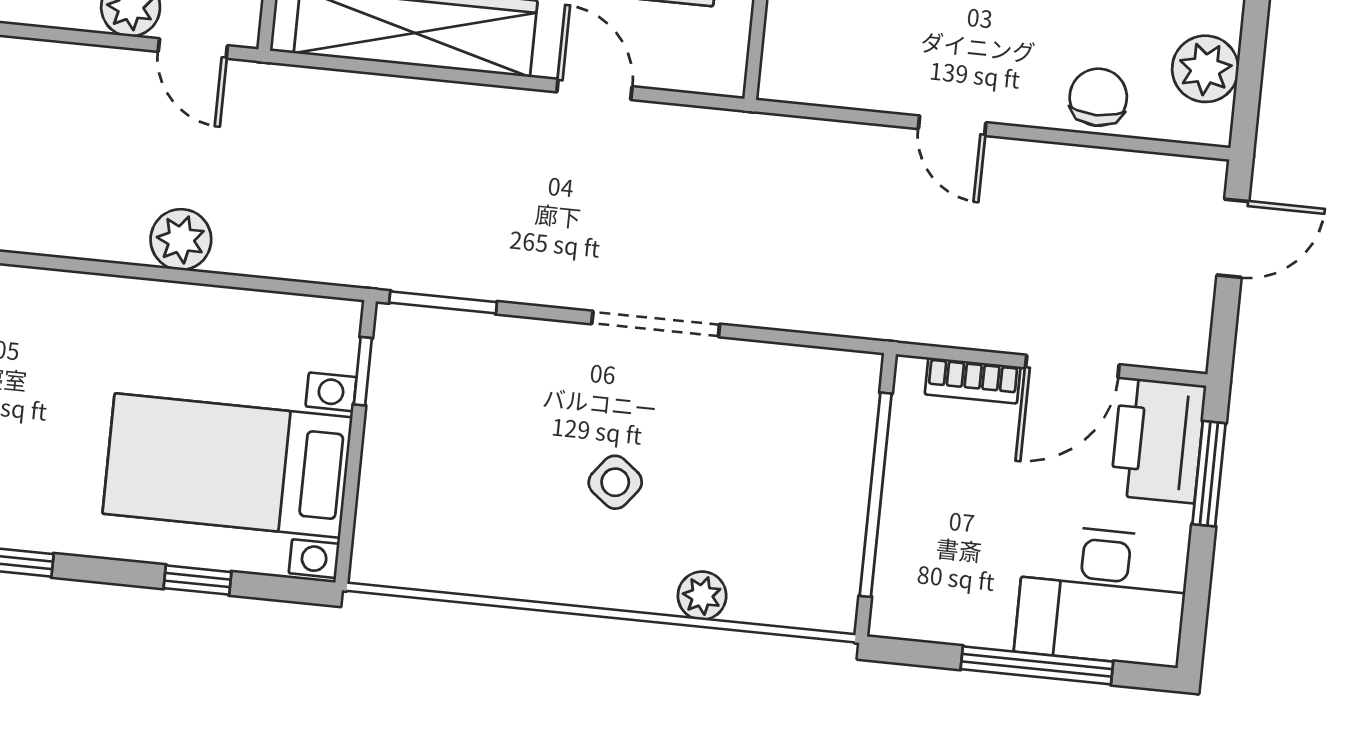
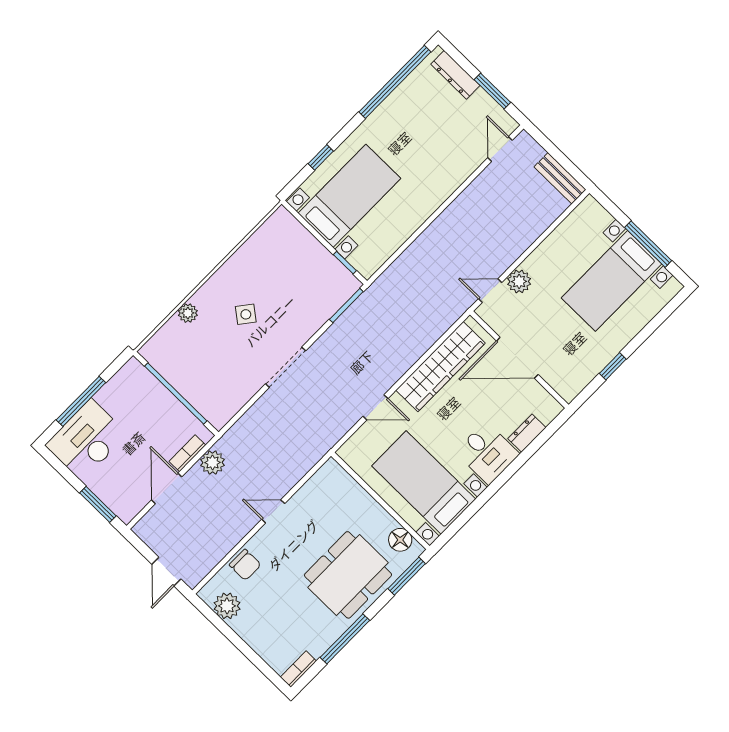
plant: (181, 240) -> (213, 462), moved
printer: (1158, 440) -> (121, 497), removed

